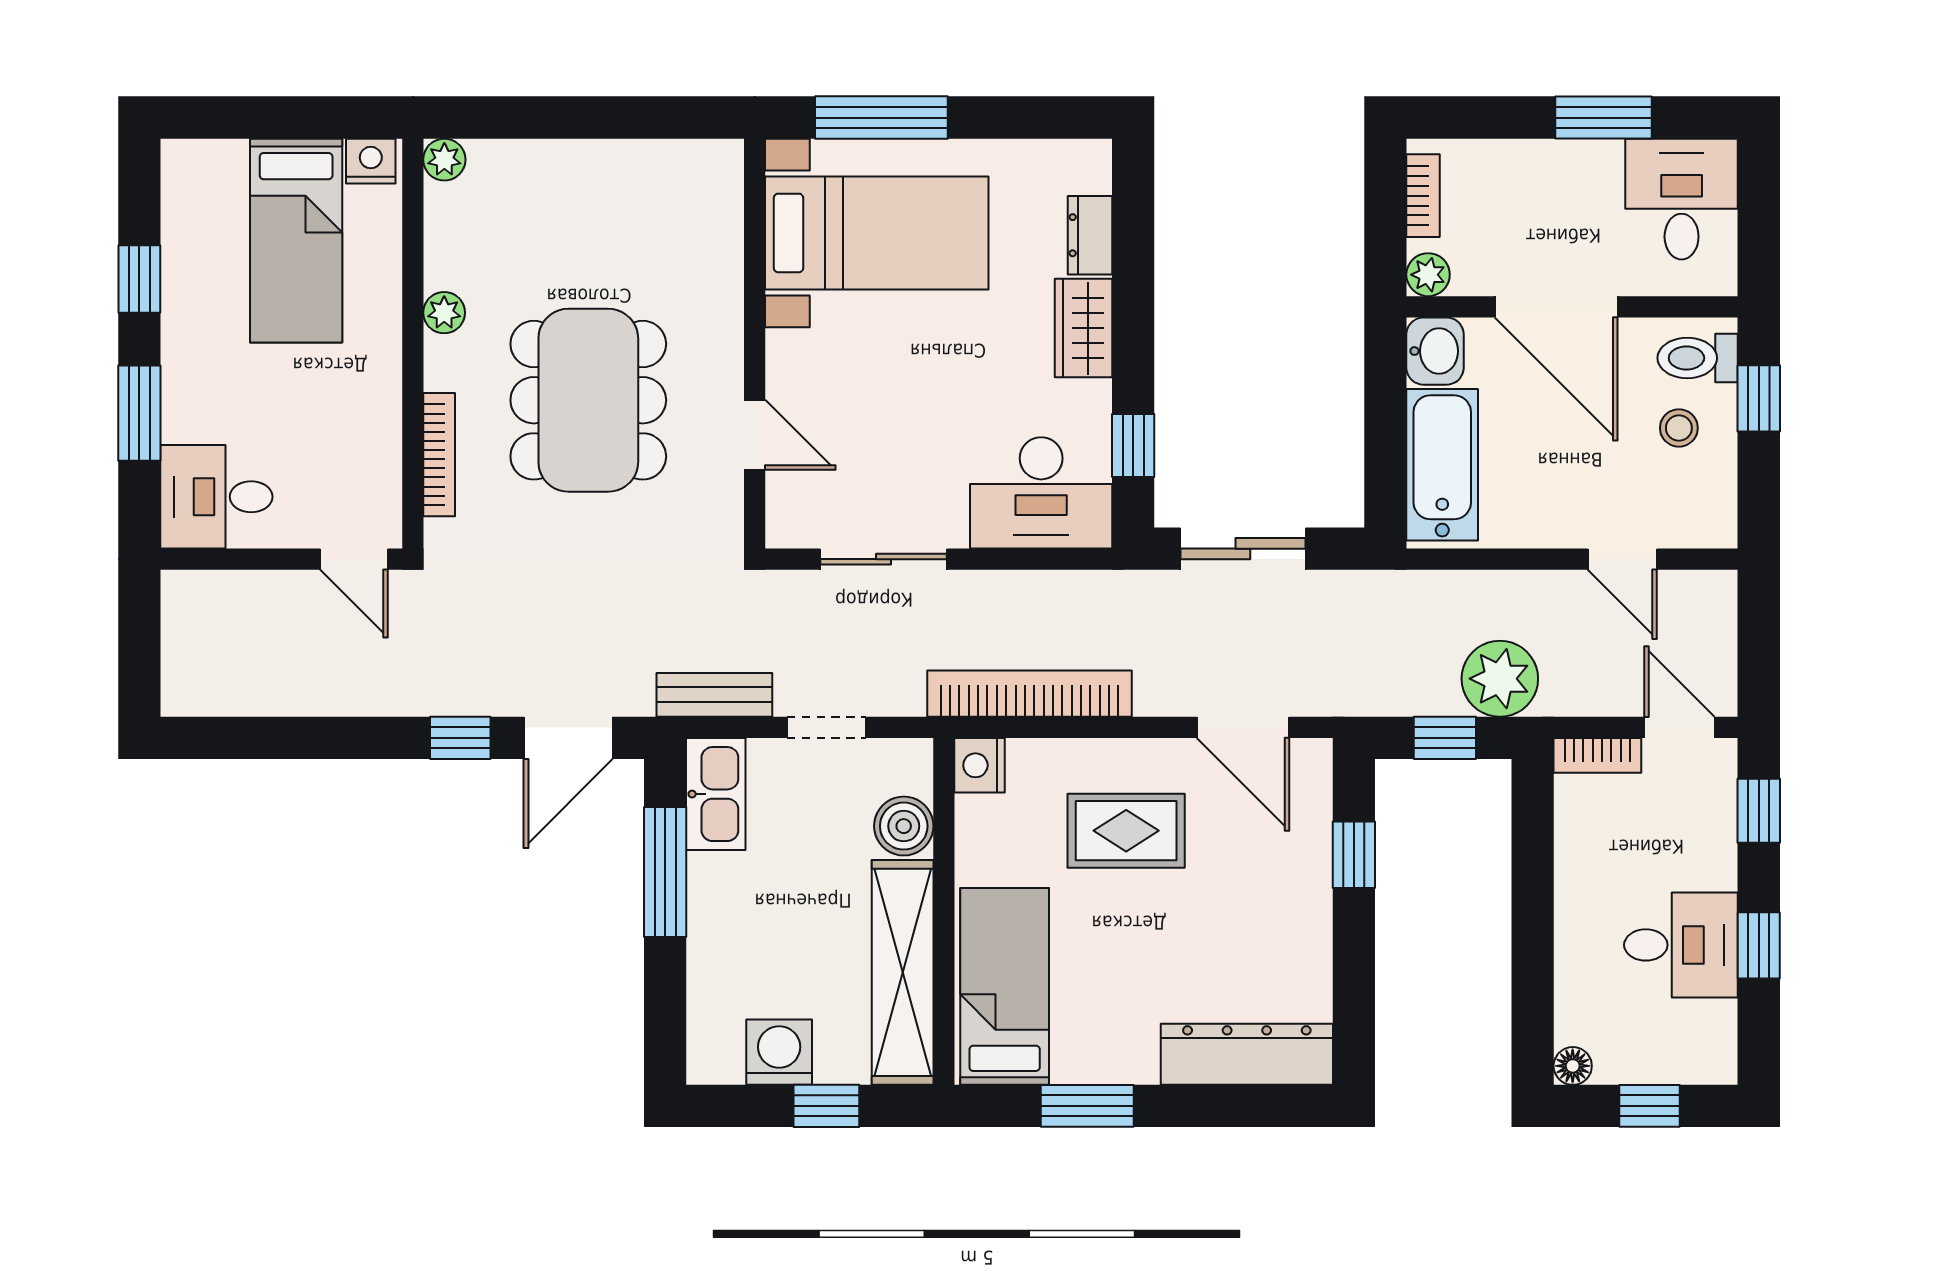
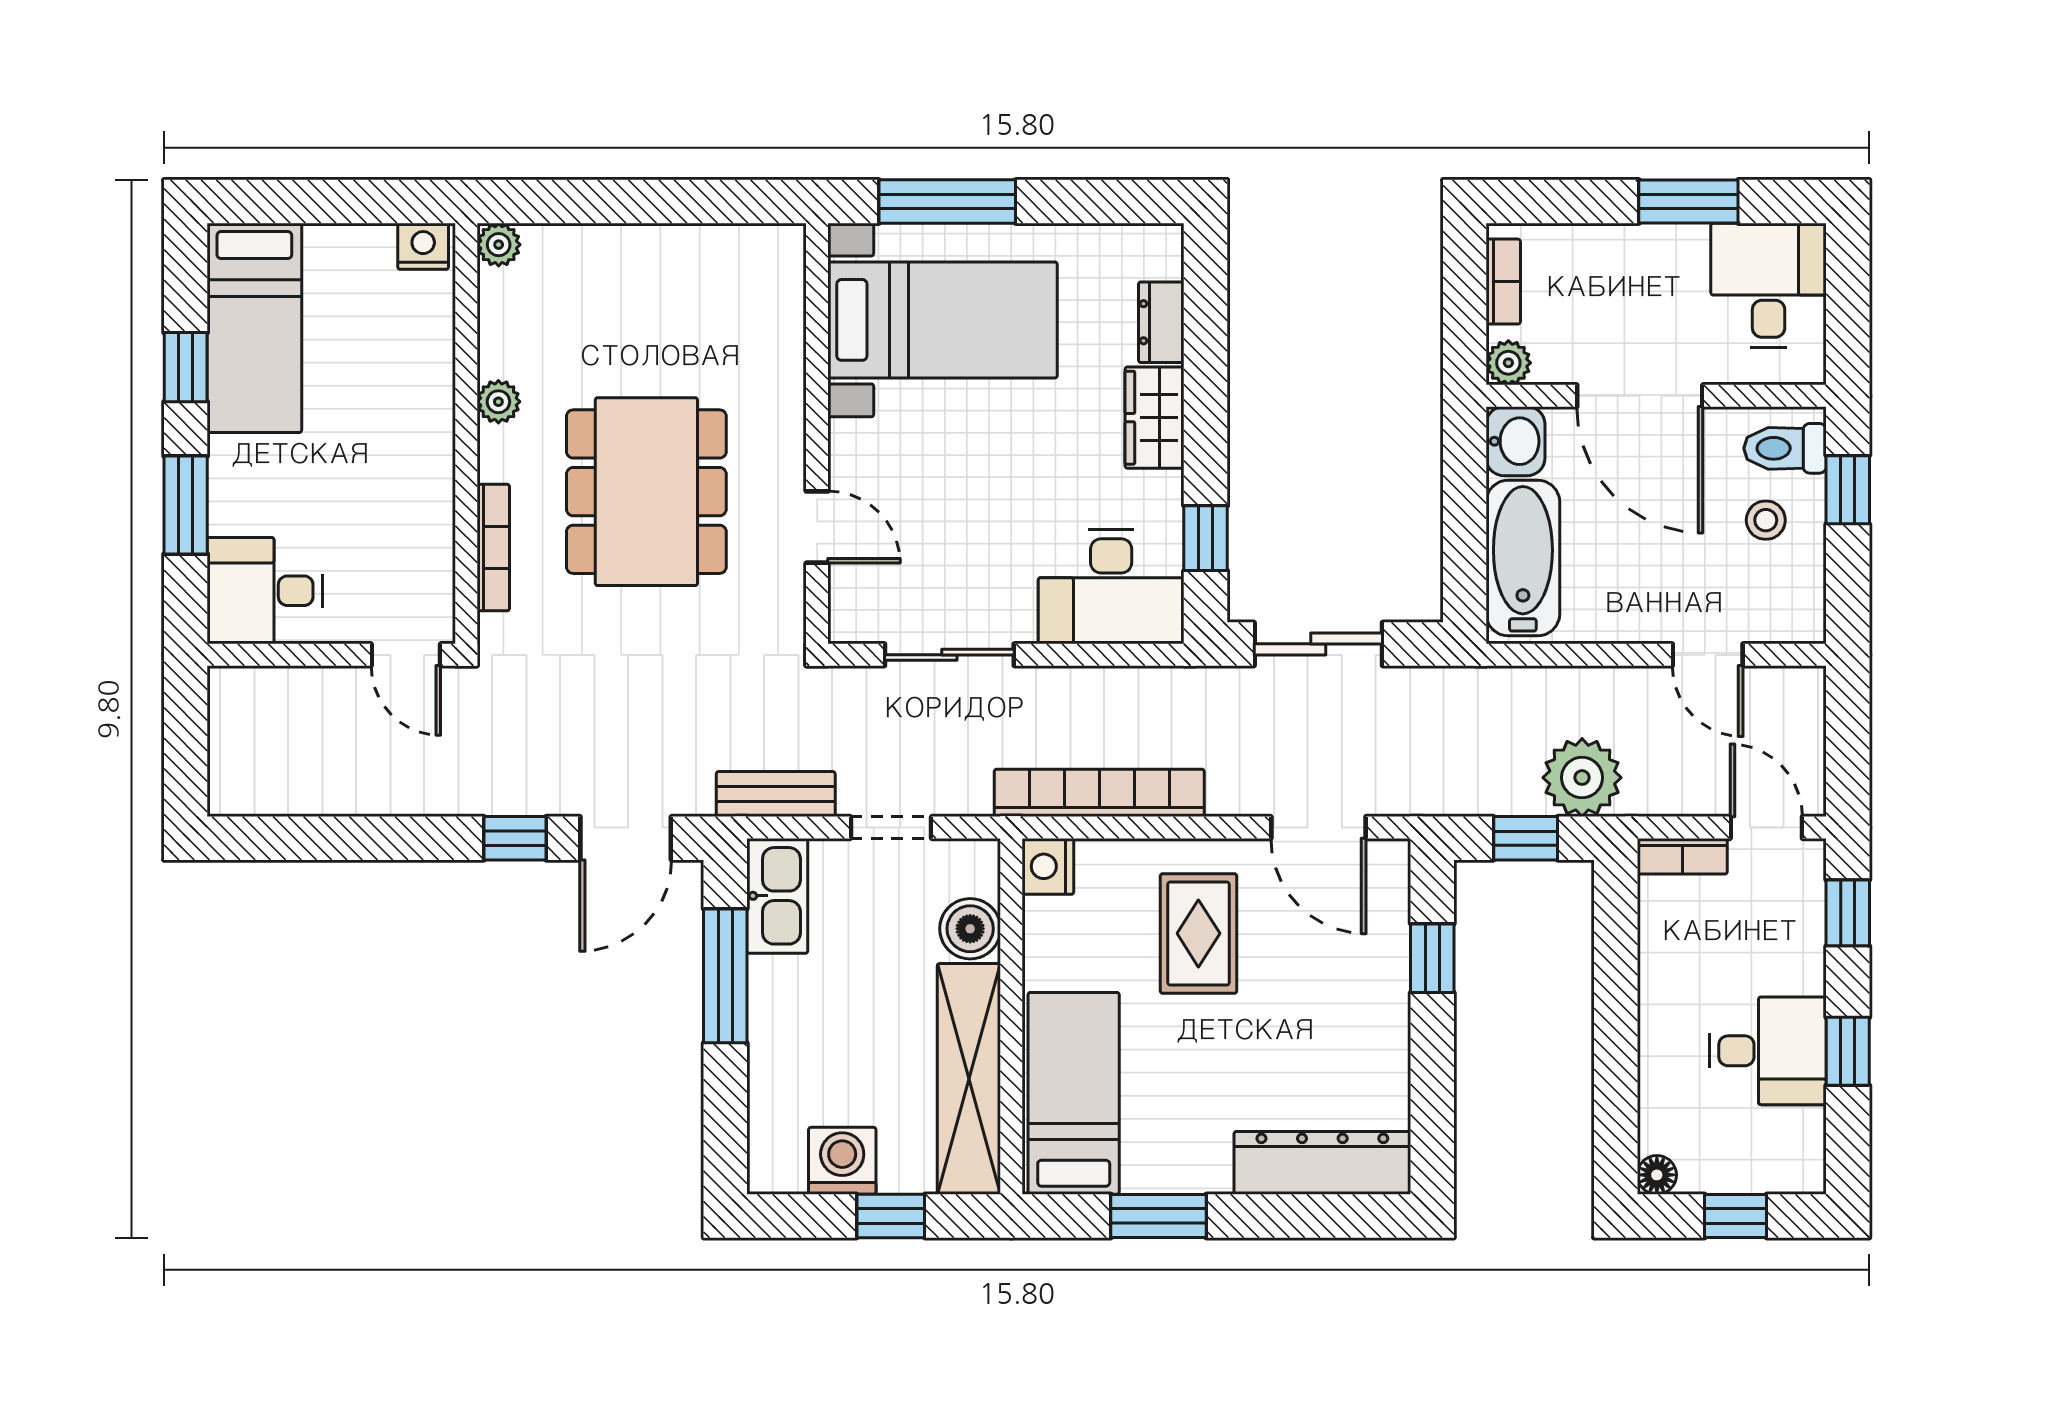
bed: (296, 241) -> (254, 328), moved
rug: (1126, 831) -> (1198, 933), turned 90

